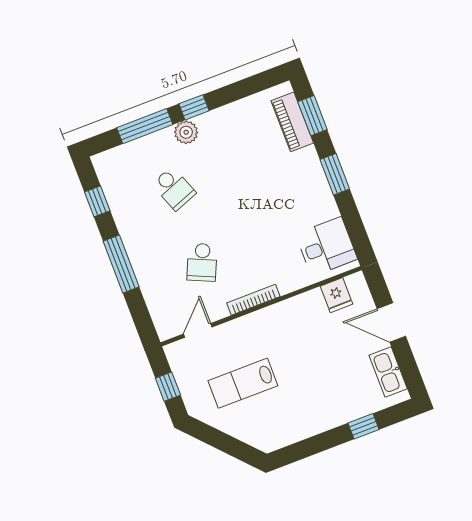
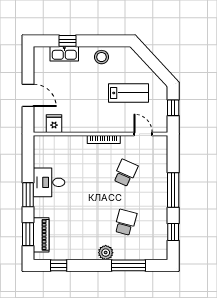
window: (194, 107) -> (59, 265), moved
school desk: (174, 189) -> (125, 222), turned 36
desk: (326, 247) -> (49, 182), moved
door: (198, 330) -> (143, 134), swing flipped
kitchen sink: (388, 372) -> (64, 54), moved, turned 90
stool: (304, 421) -> (102, 57), added

